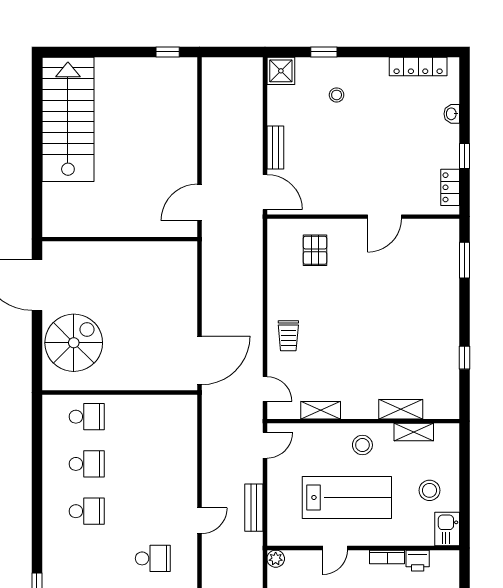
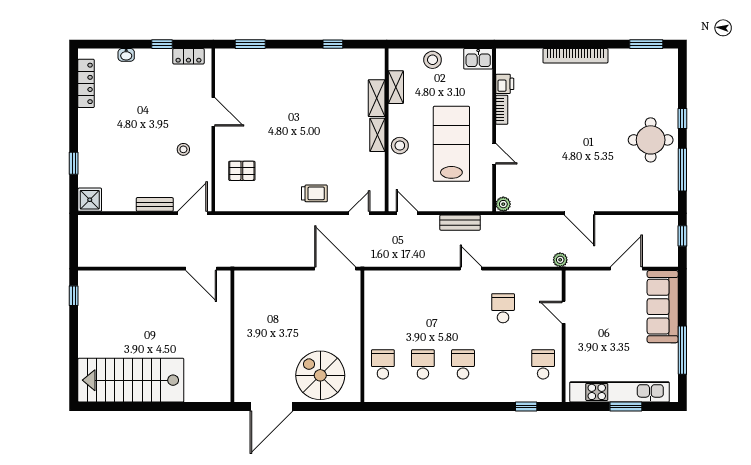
stool: (337, 95) -> (183, 149), moved
shelving: (321, 410) -> (377, 135), moved
stool: (362, 445) -> (400, 146), moved
stool: (430, 490) -> (433, 60), moved

